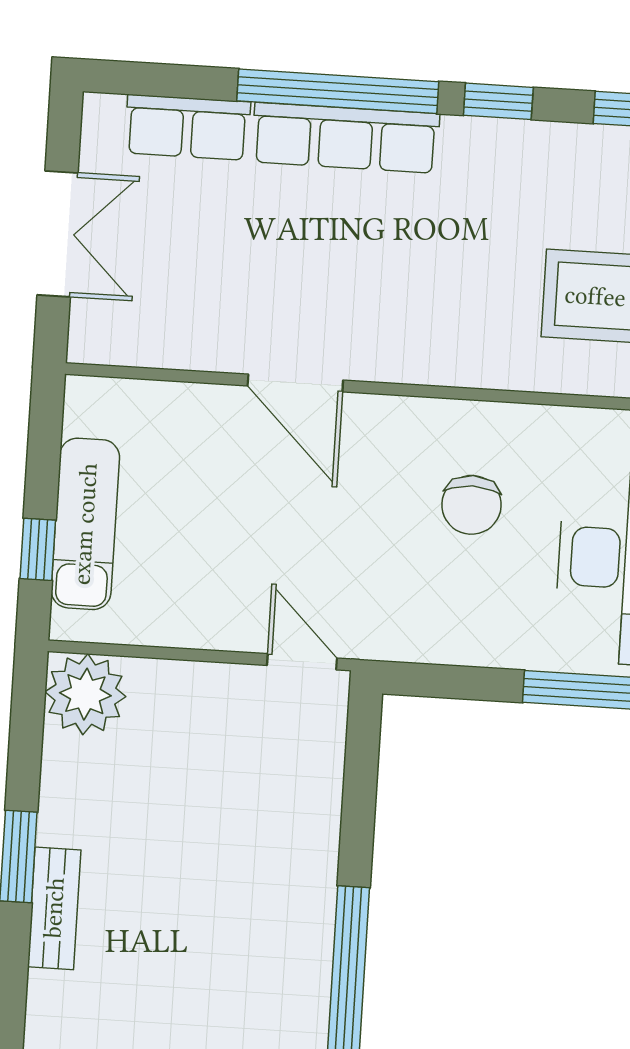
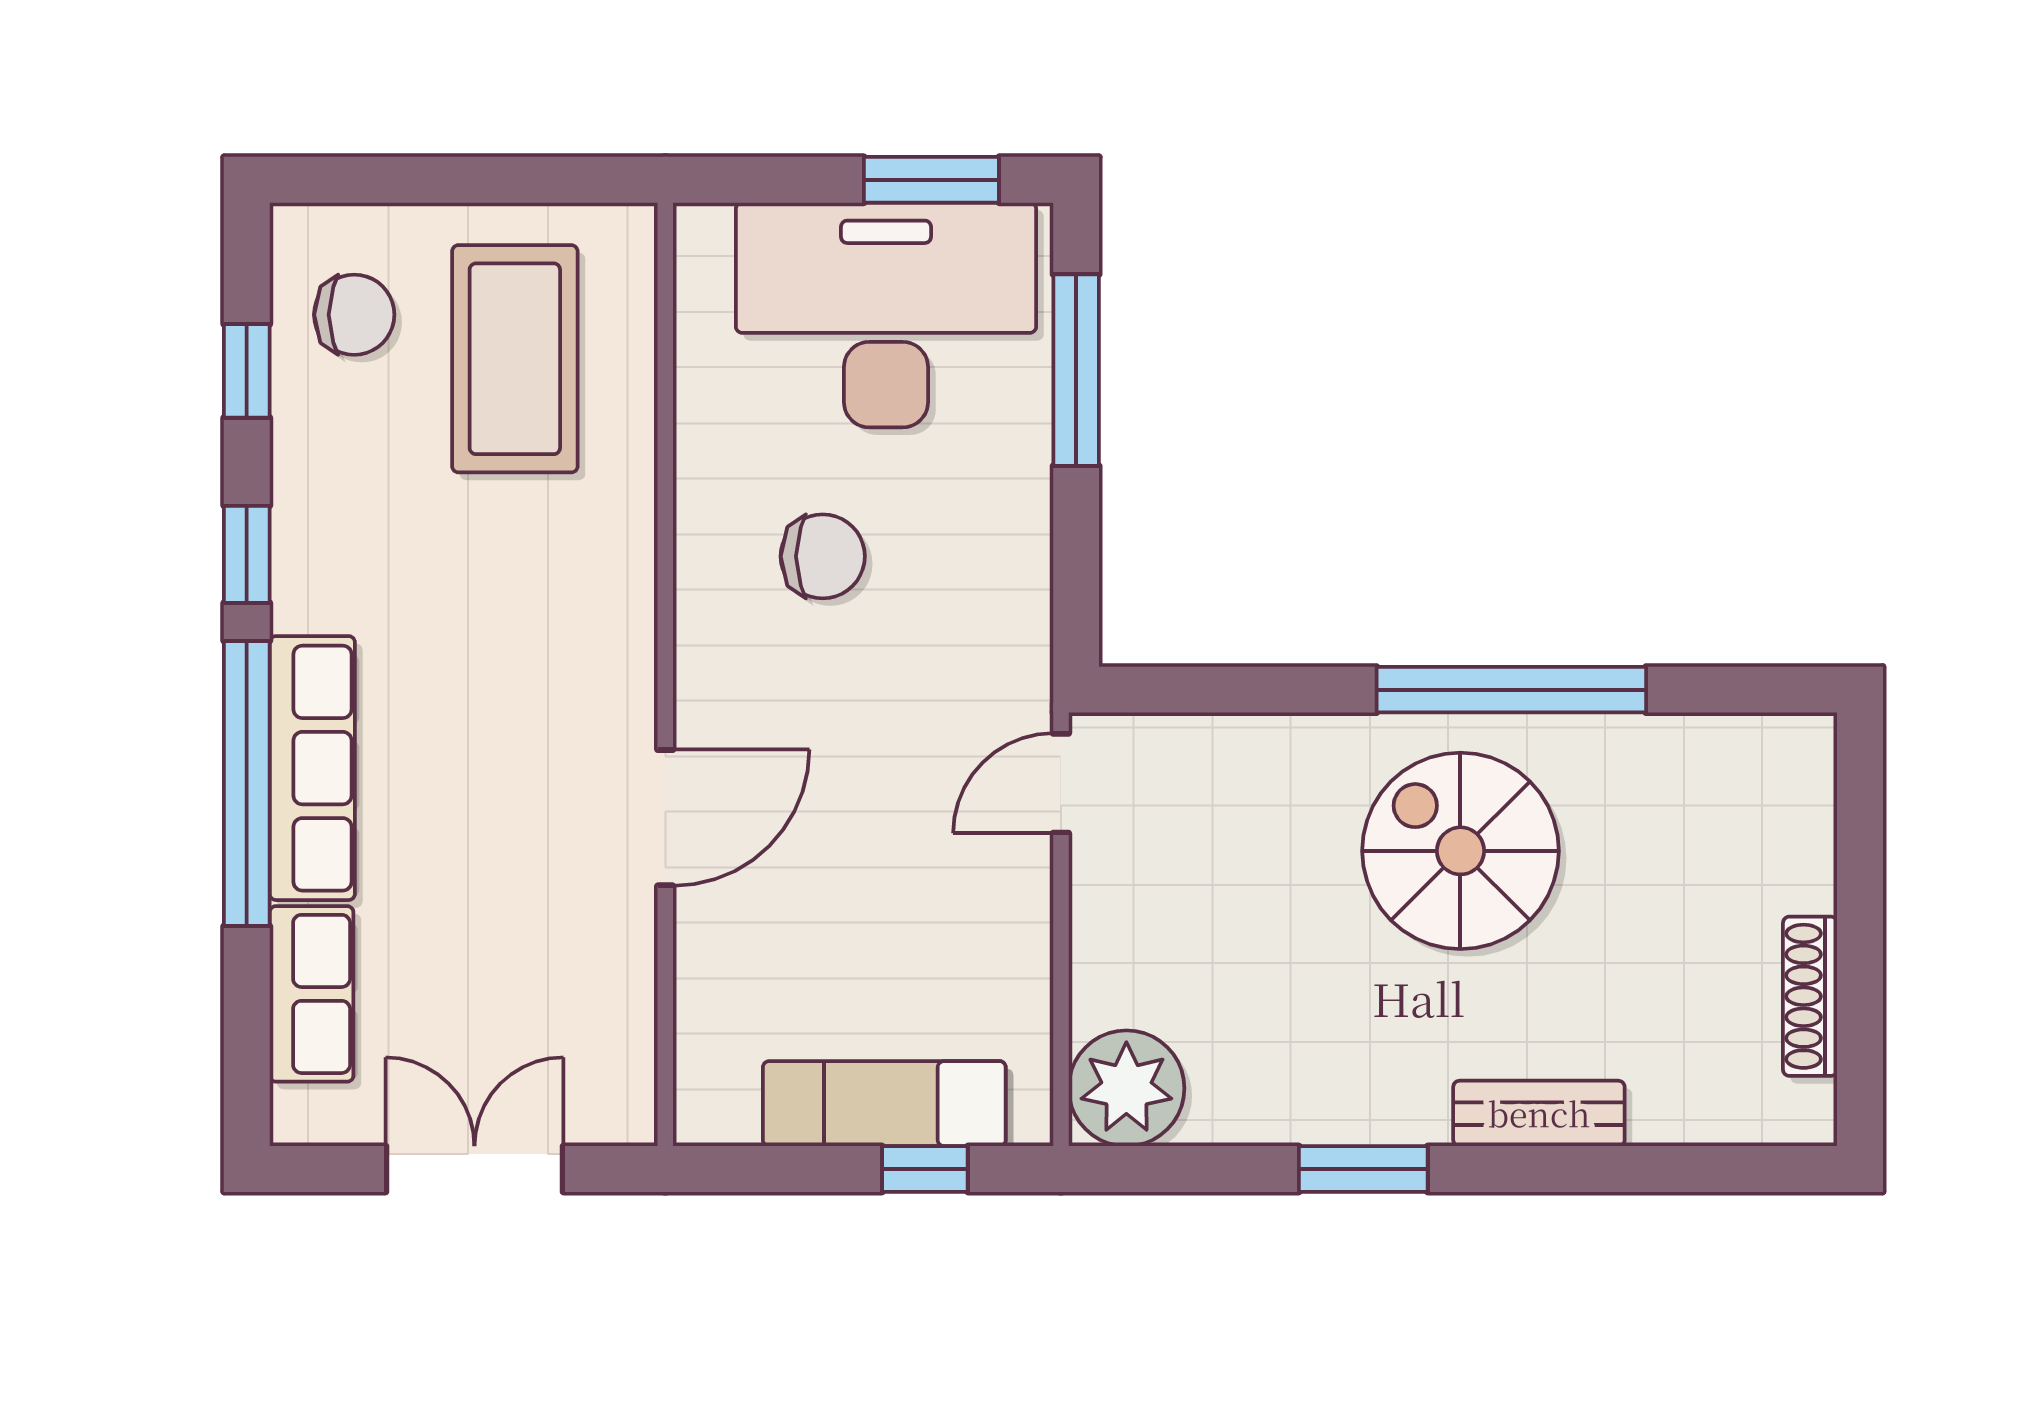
bench: (54, 908) -> (1539, 1113), moved
spiral stairs: (237, 939) -> (1460, 851), added

